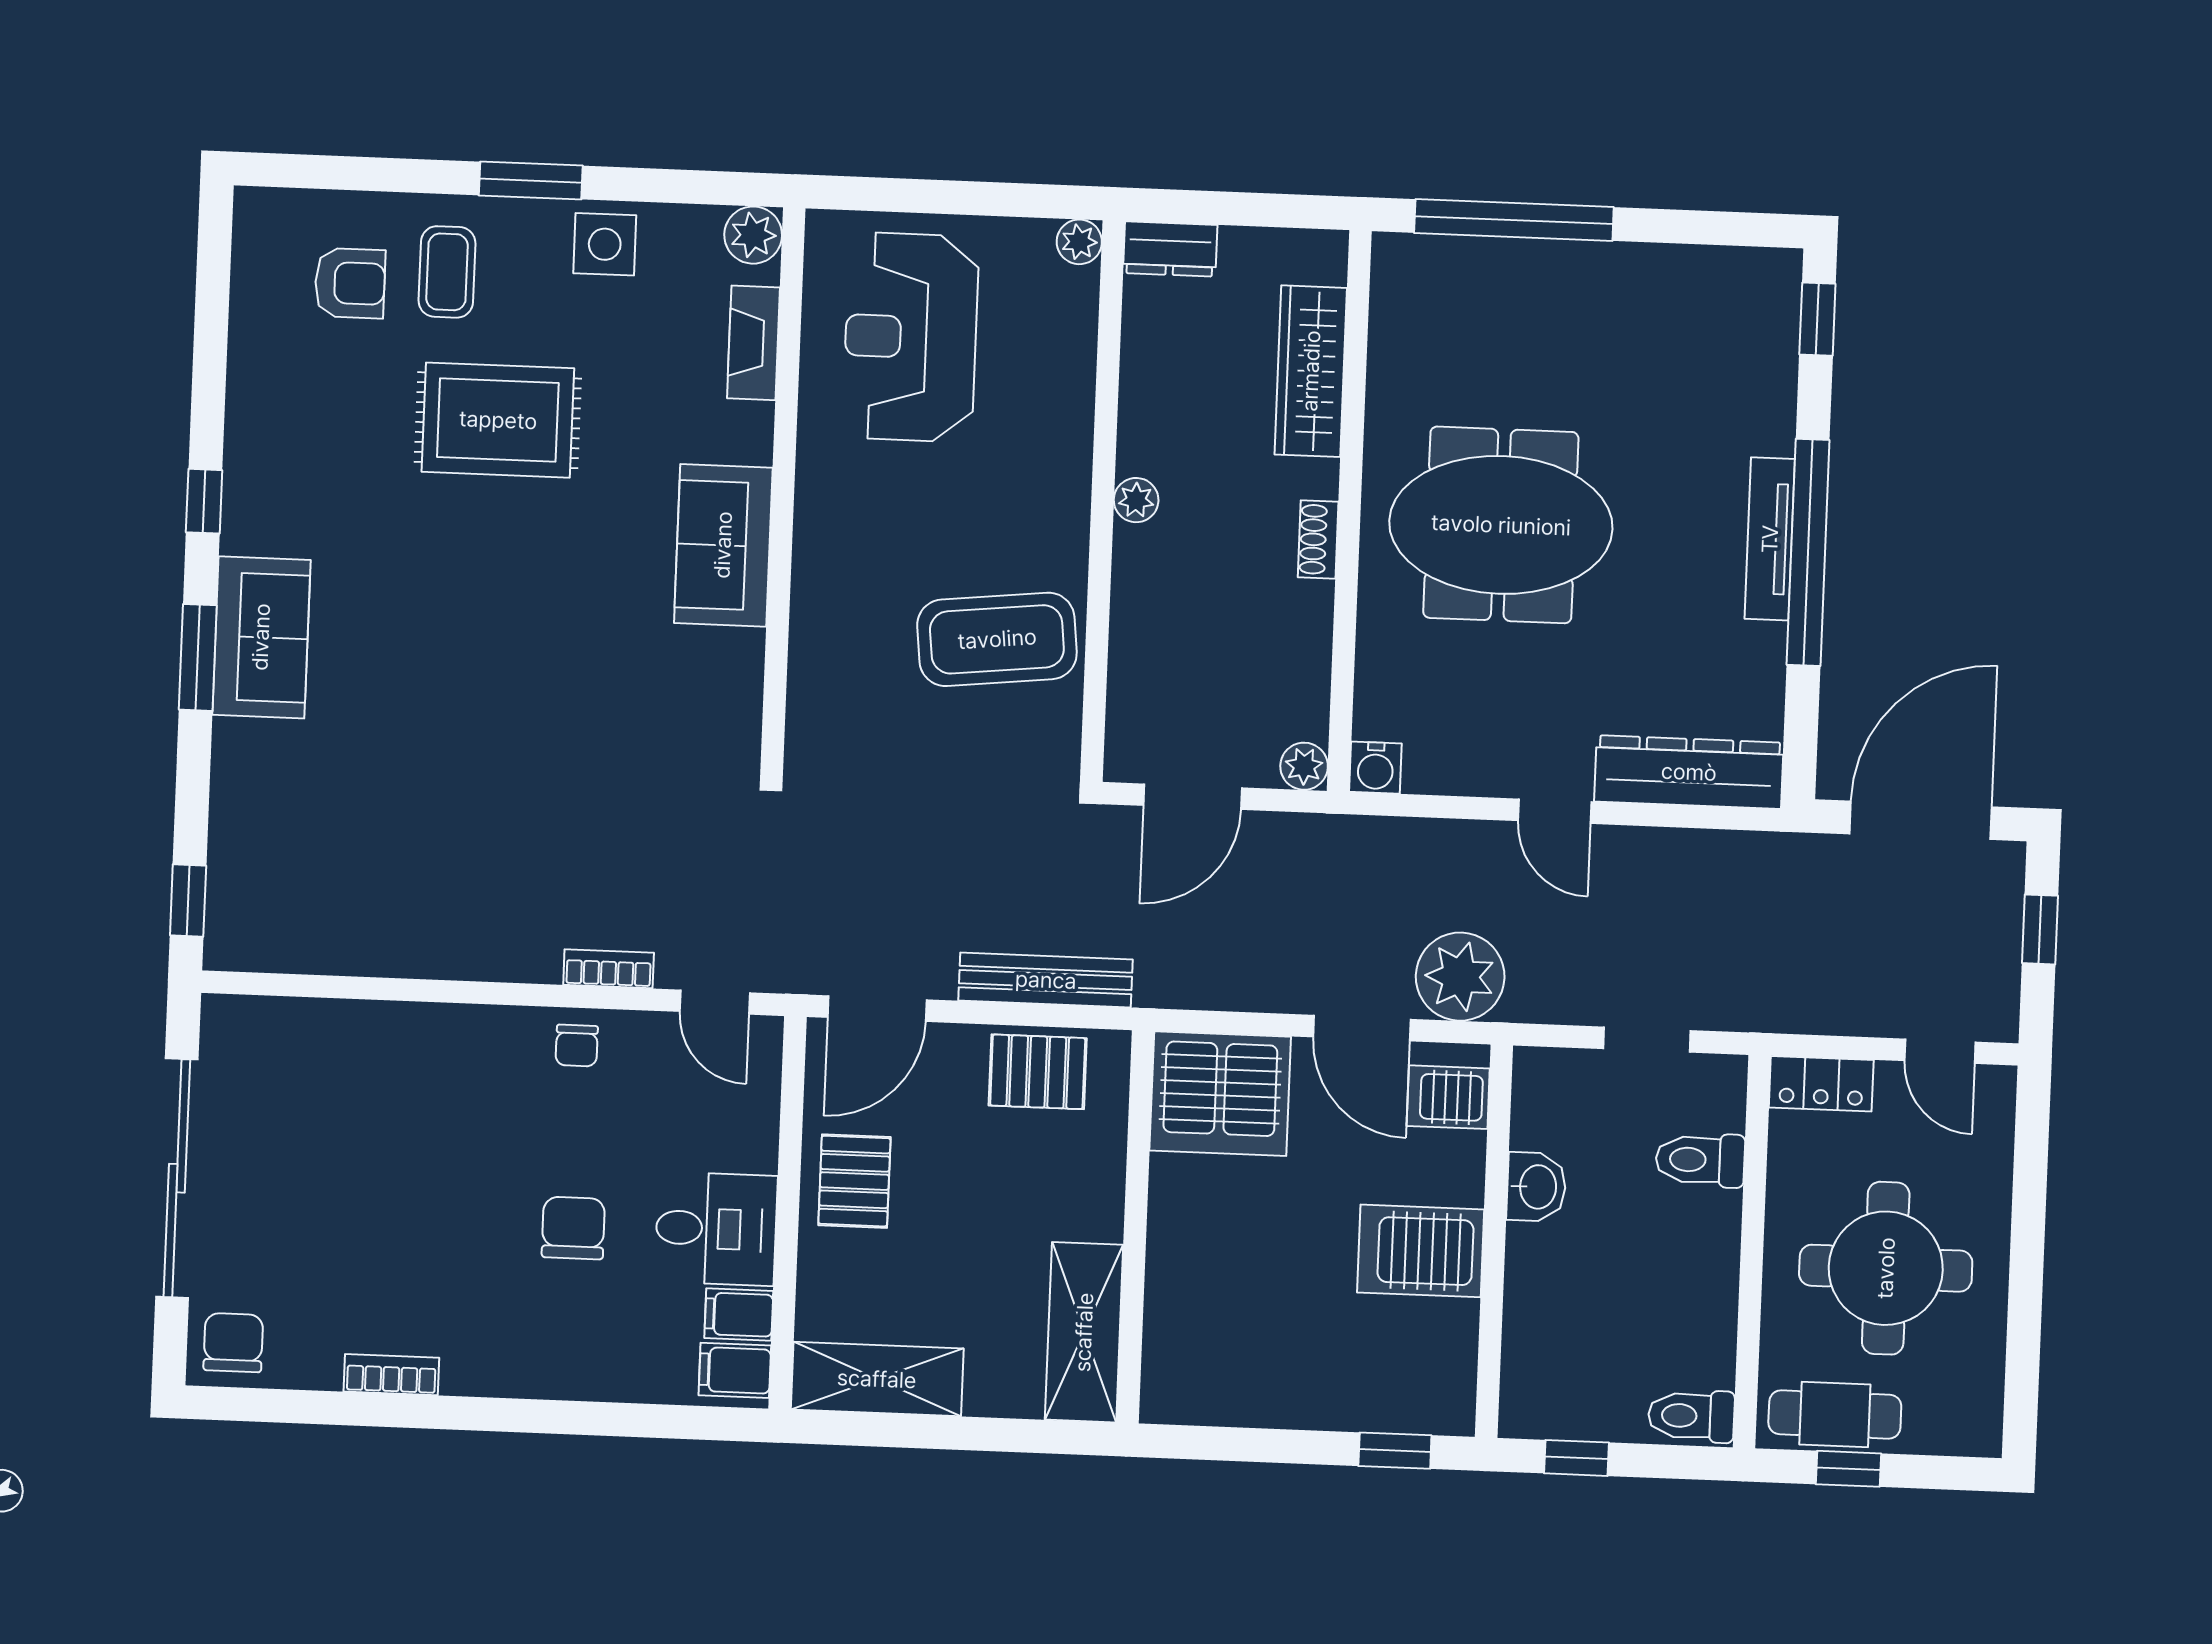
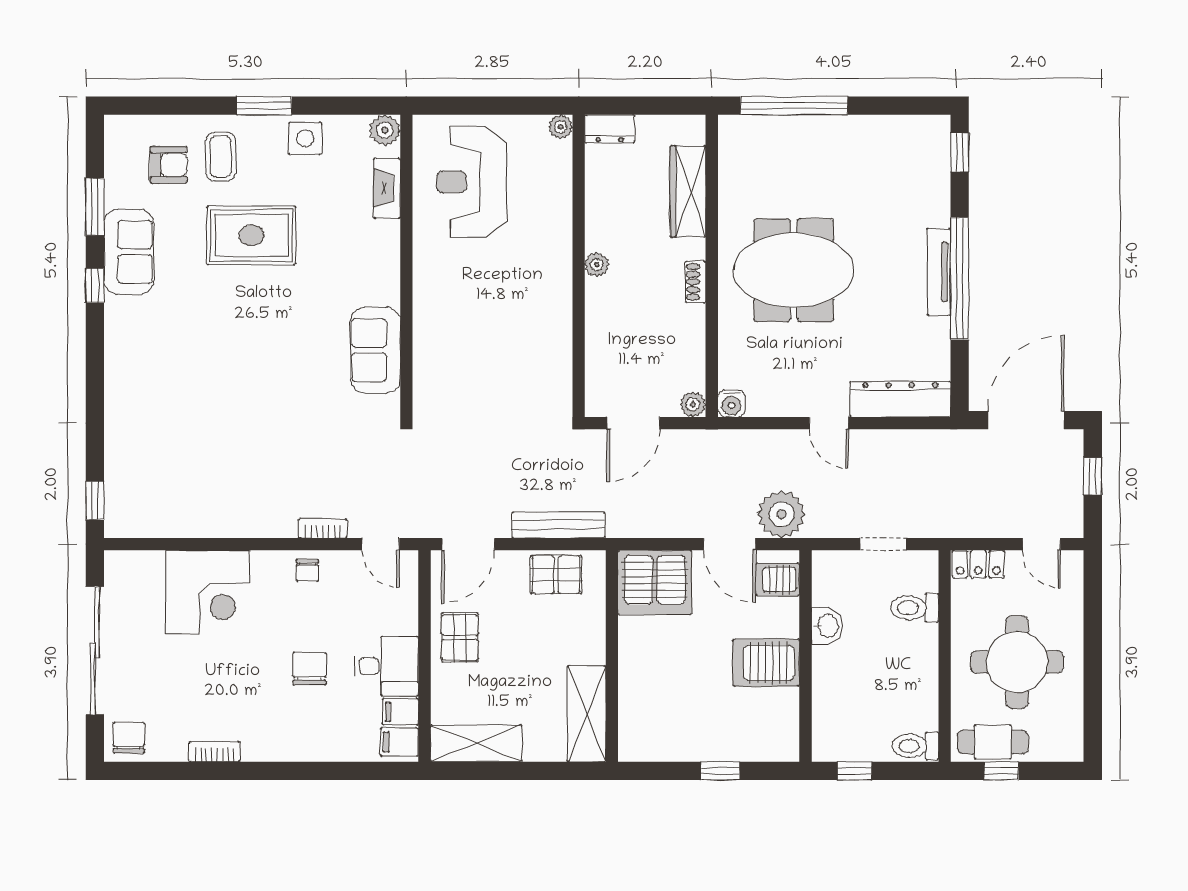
sofa: (723, 545) -> (375, 350), moved
sofa: (261, 637) -> (129, 252), moved
coffee table: (997, 639) -> (525, 343), removed
window: (198, 657) -> (95, 207), moved
corner desk: (390, 1078) -> (208, 592), added
window: (1395, 1451) -> (720, 771), moved

